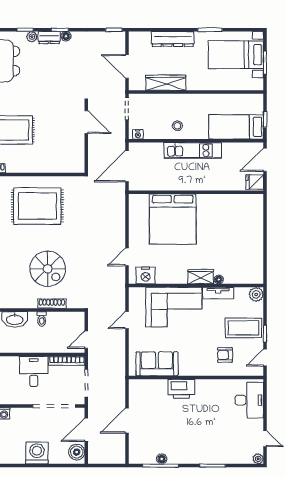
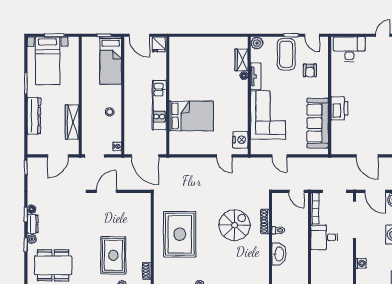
kitchen unit: (193, 150) -> (159, 105), moved, turned 180
bed: (173, 219) -> (191, 116), width x0.73
wardrobe: (201, 277) -> (241, 60), moved
sofa: (157, 364) -> (318, 123), width x1.36

